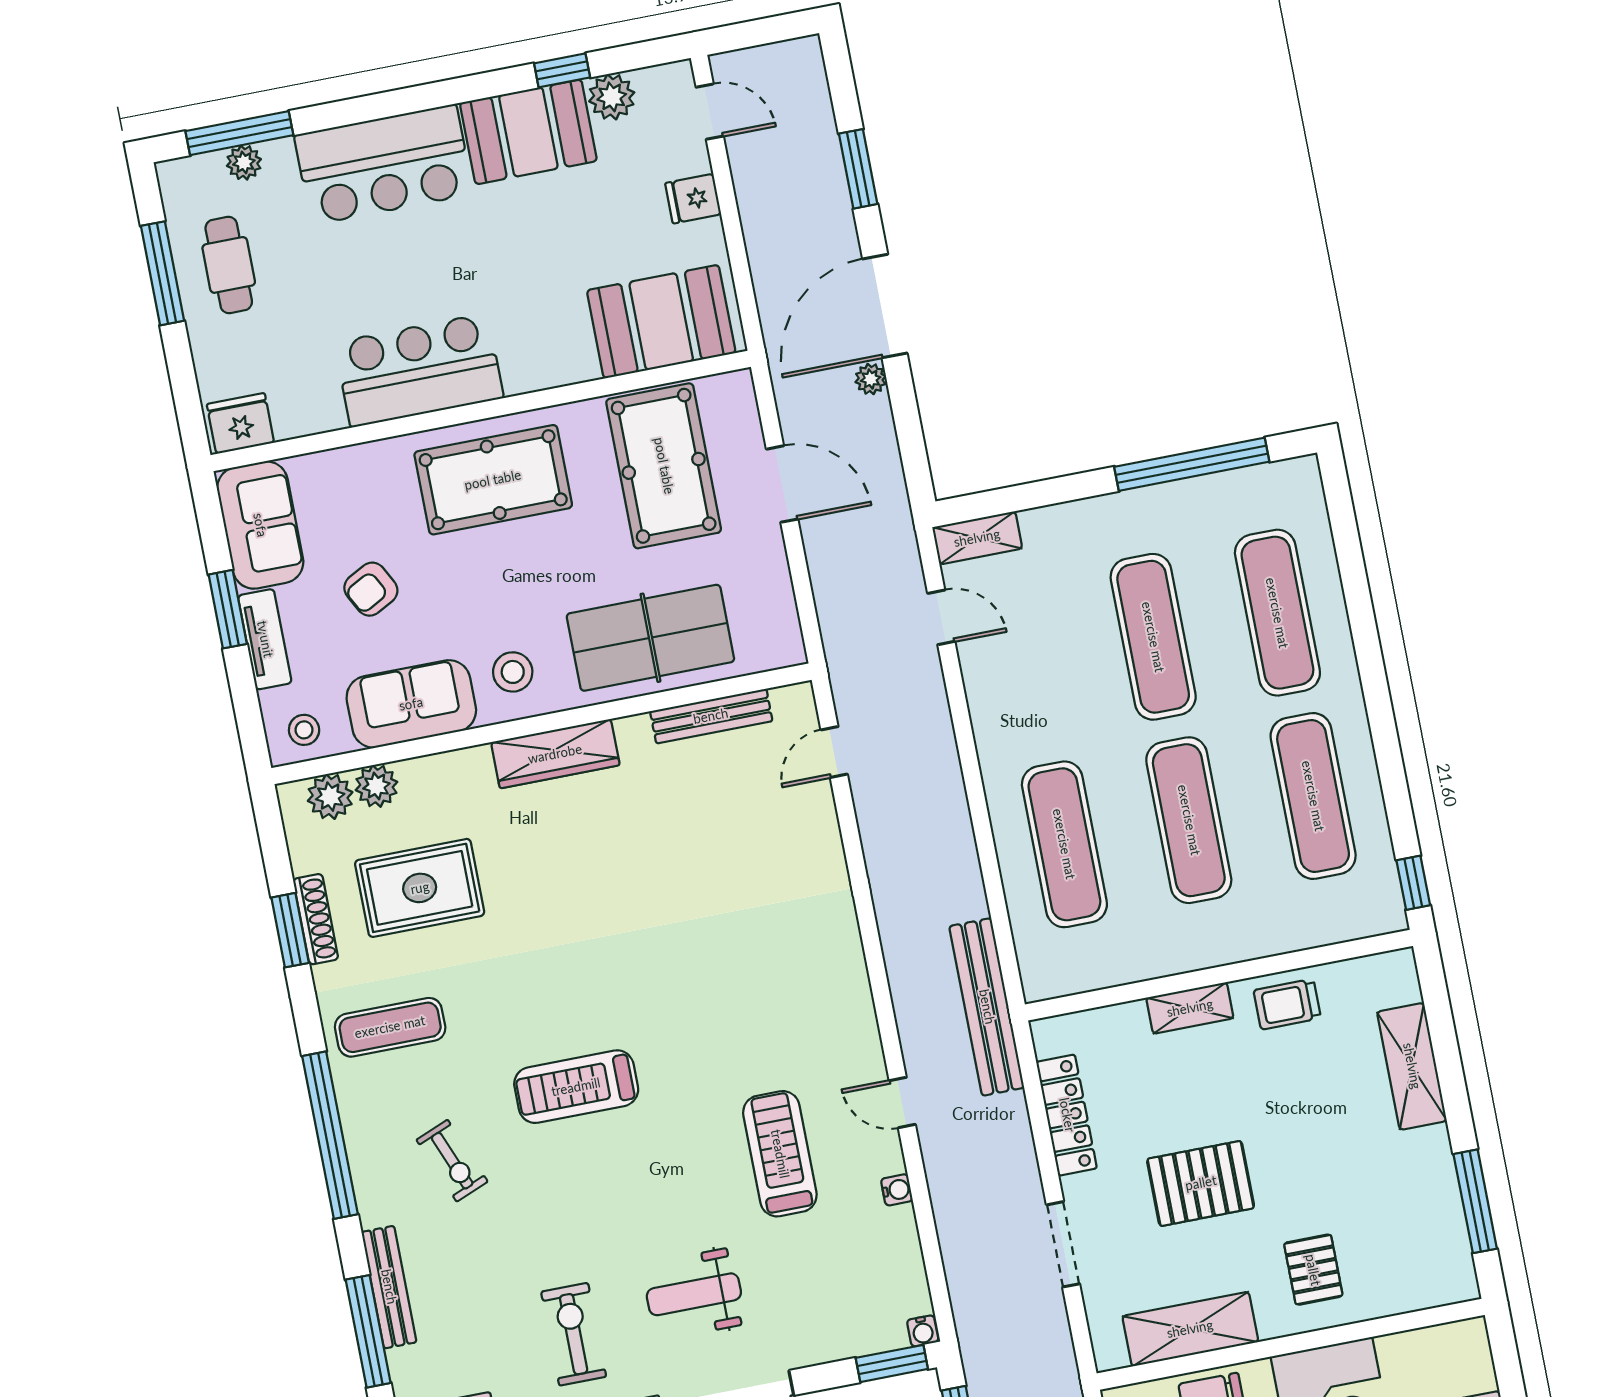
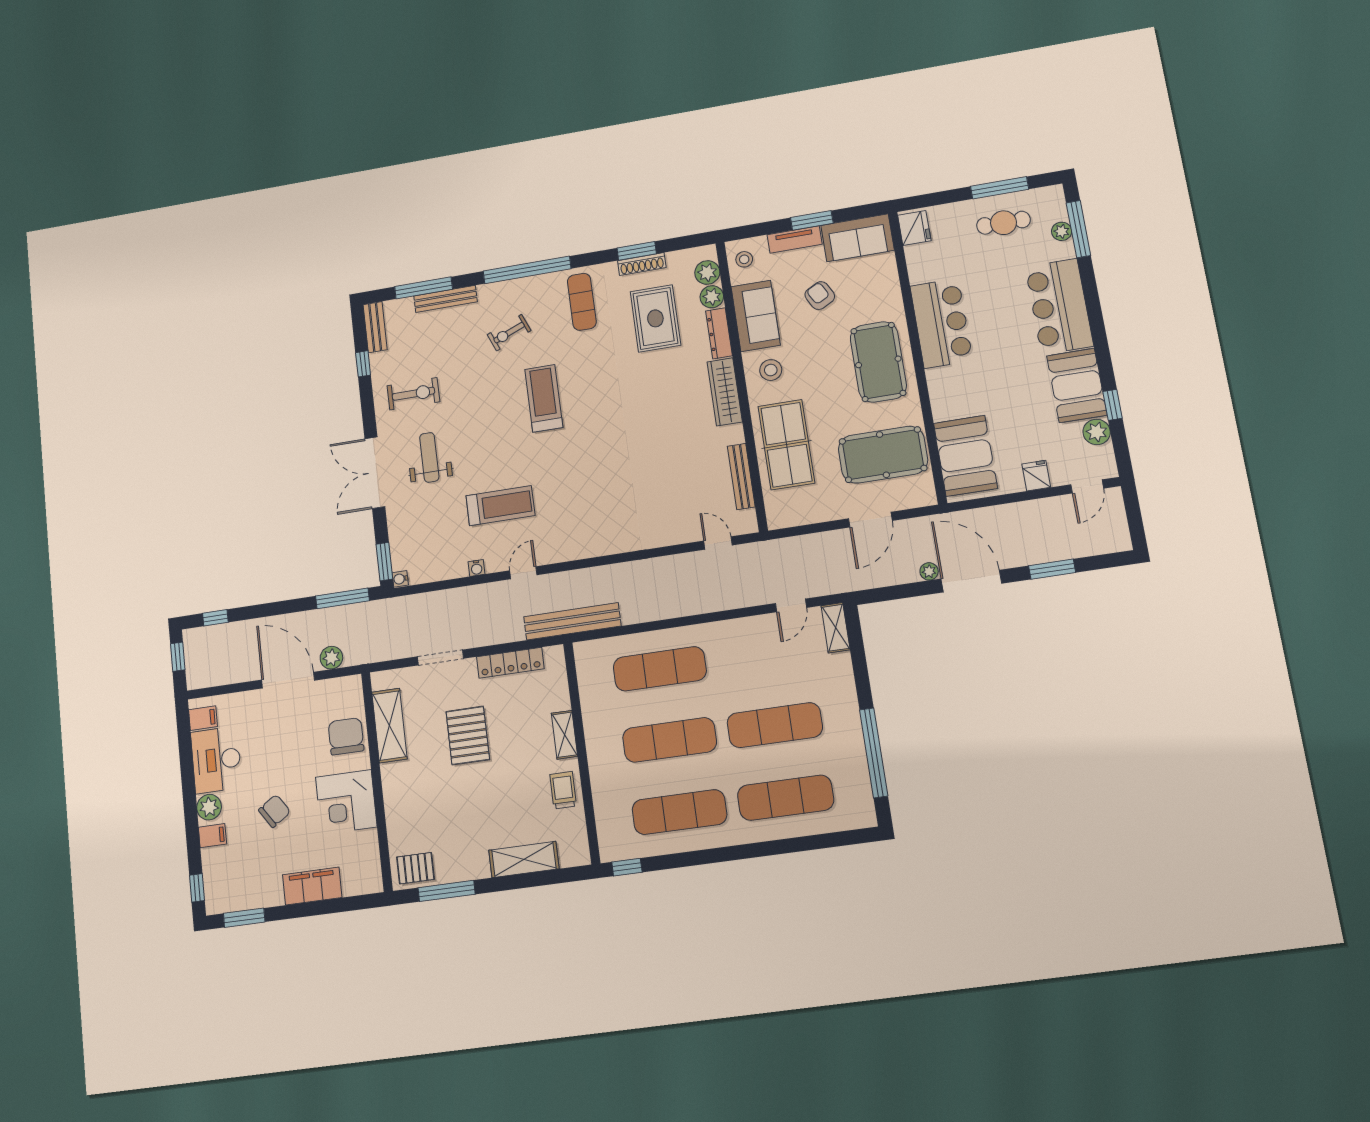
dresser: (446, 769) -> (719, 333), added
pallet: (1313, 1270) -> (415, 868), moved

